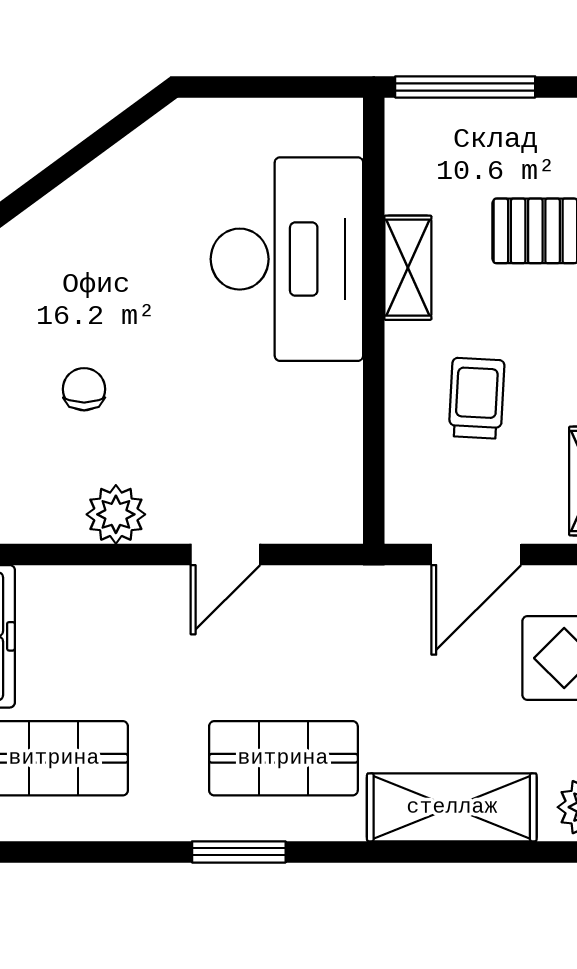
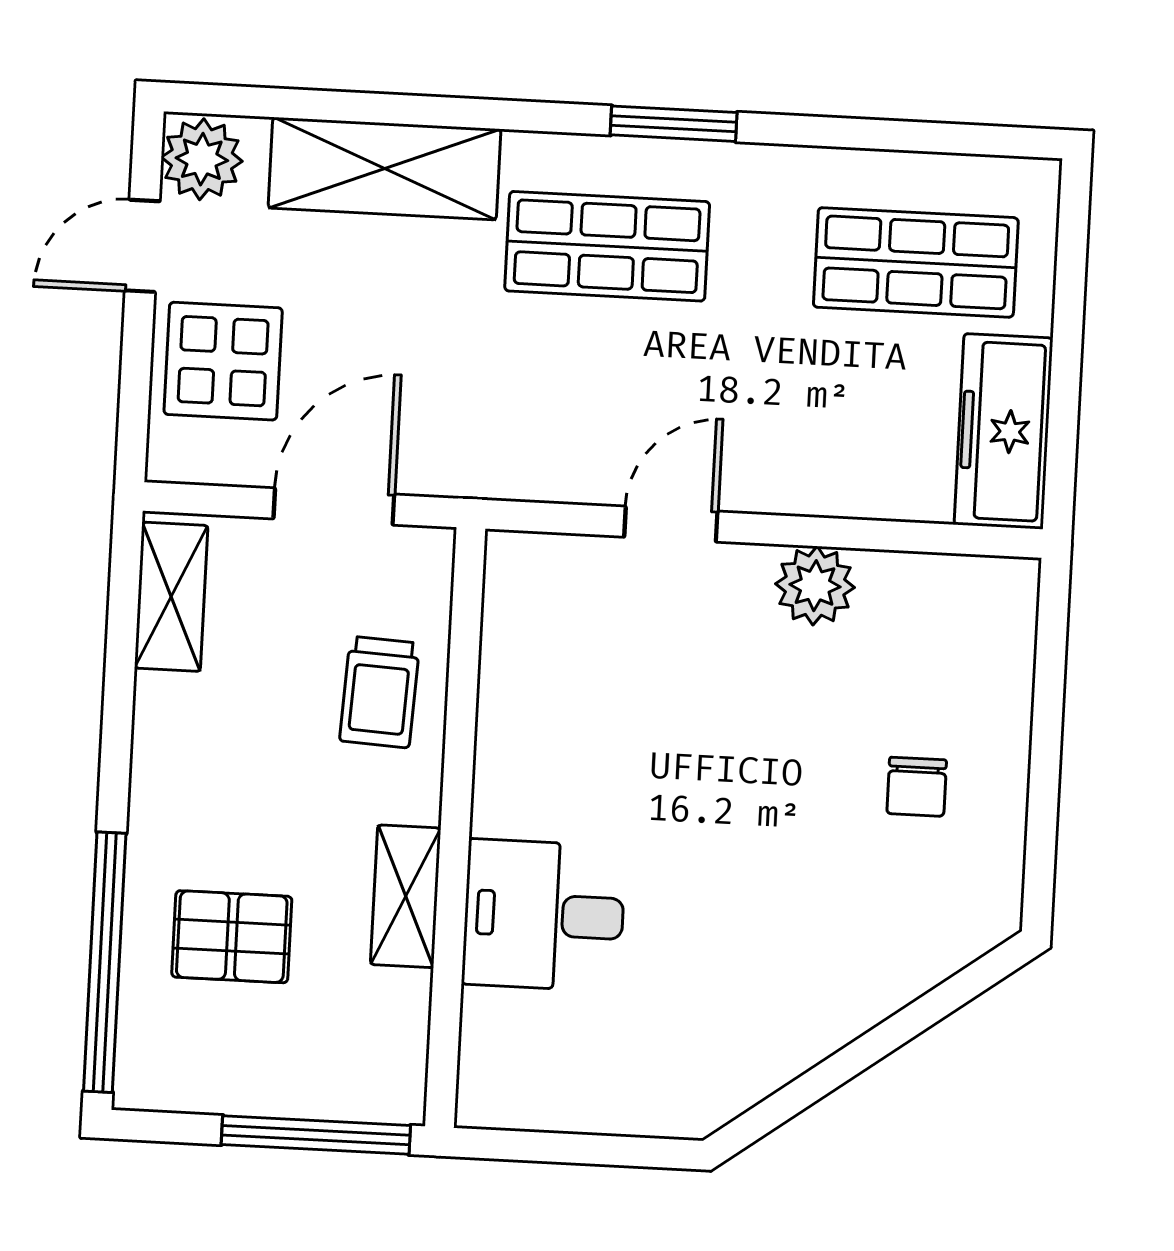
desk: (287, 259) -> (544, 915), width x0.53, depth x0.77
chair: (84, 389) -> (917, 787), moved
trolley: (477, 398) -> (380, 692), moved

